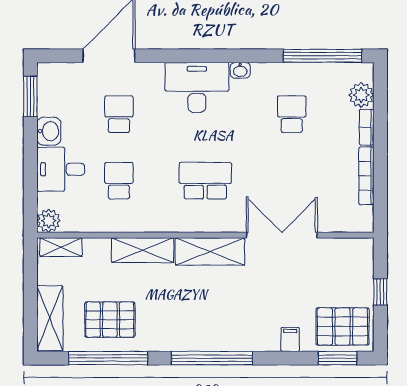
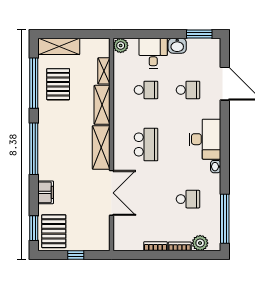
bookcase: (366, 176) -> (156, 246), width x0.64
shelving: (61, 247) -> (104, 71), moved
filing cabinet: (290, 339) -> (46, 192), width x2.00

